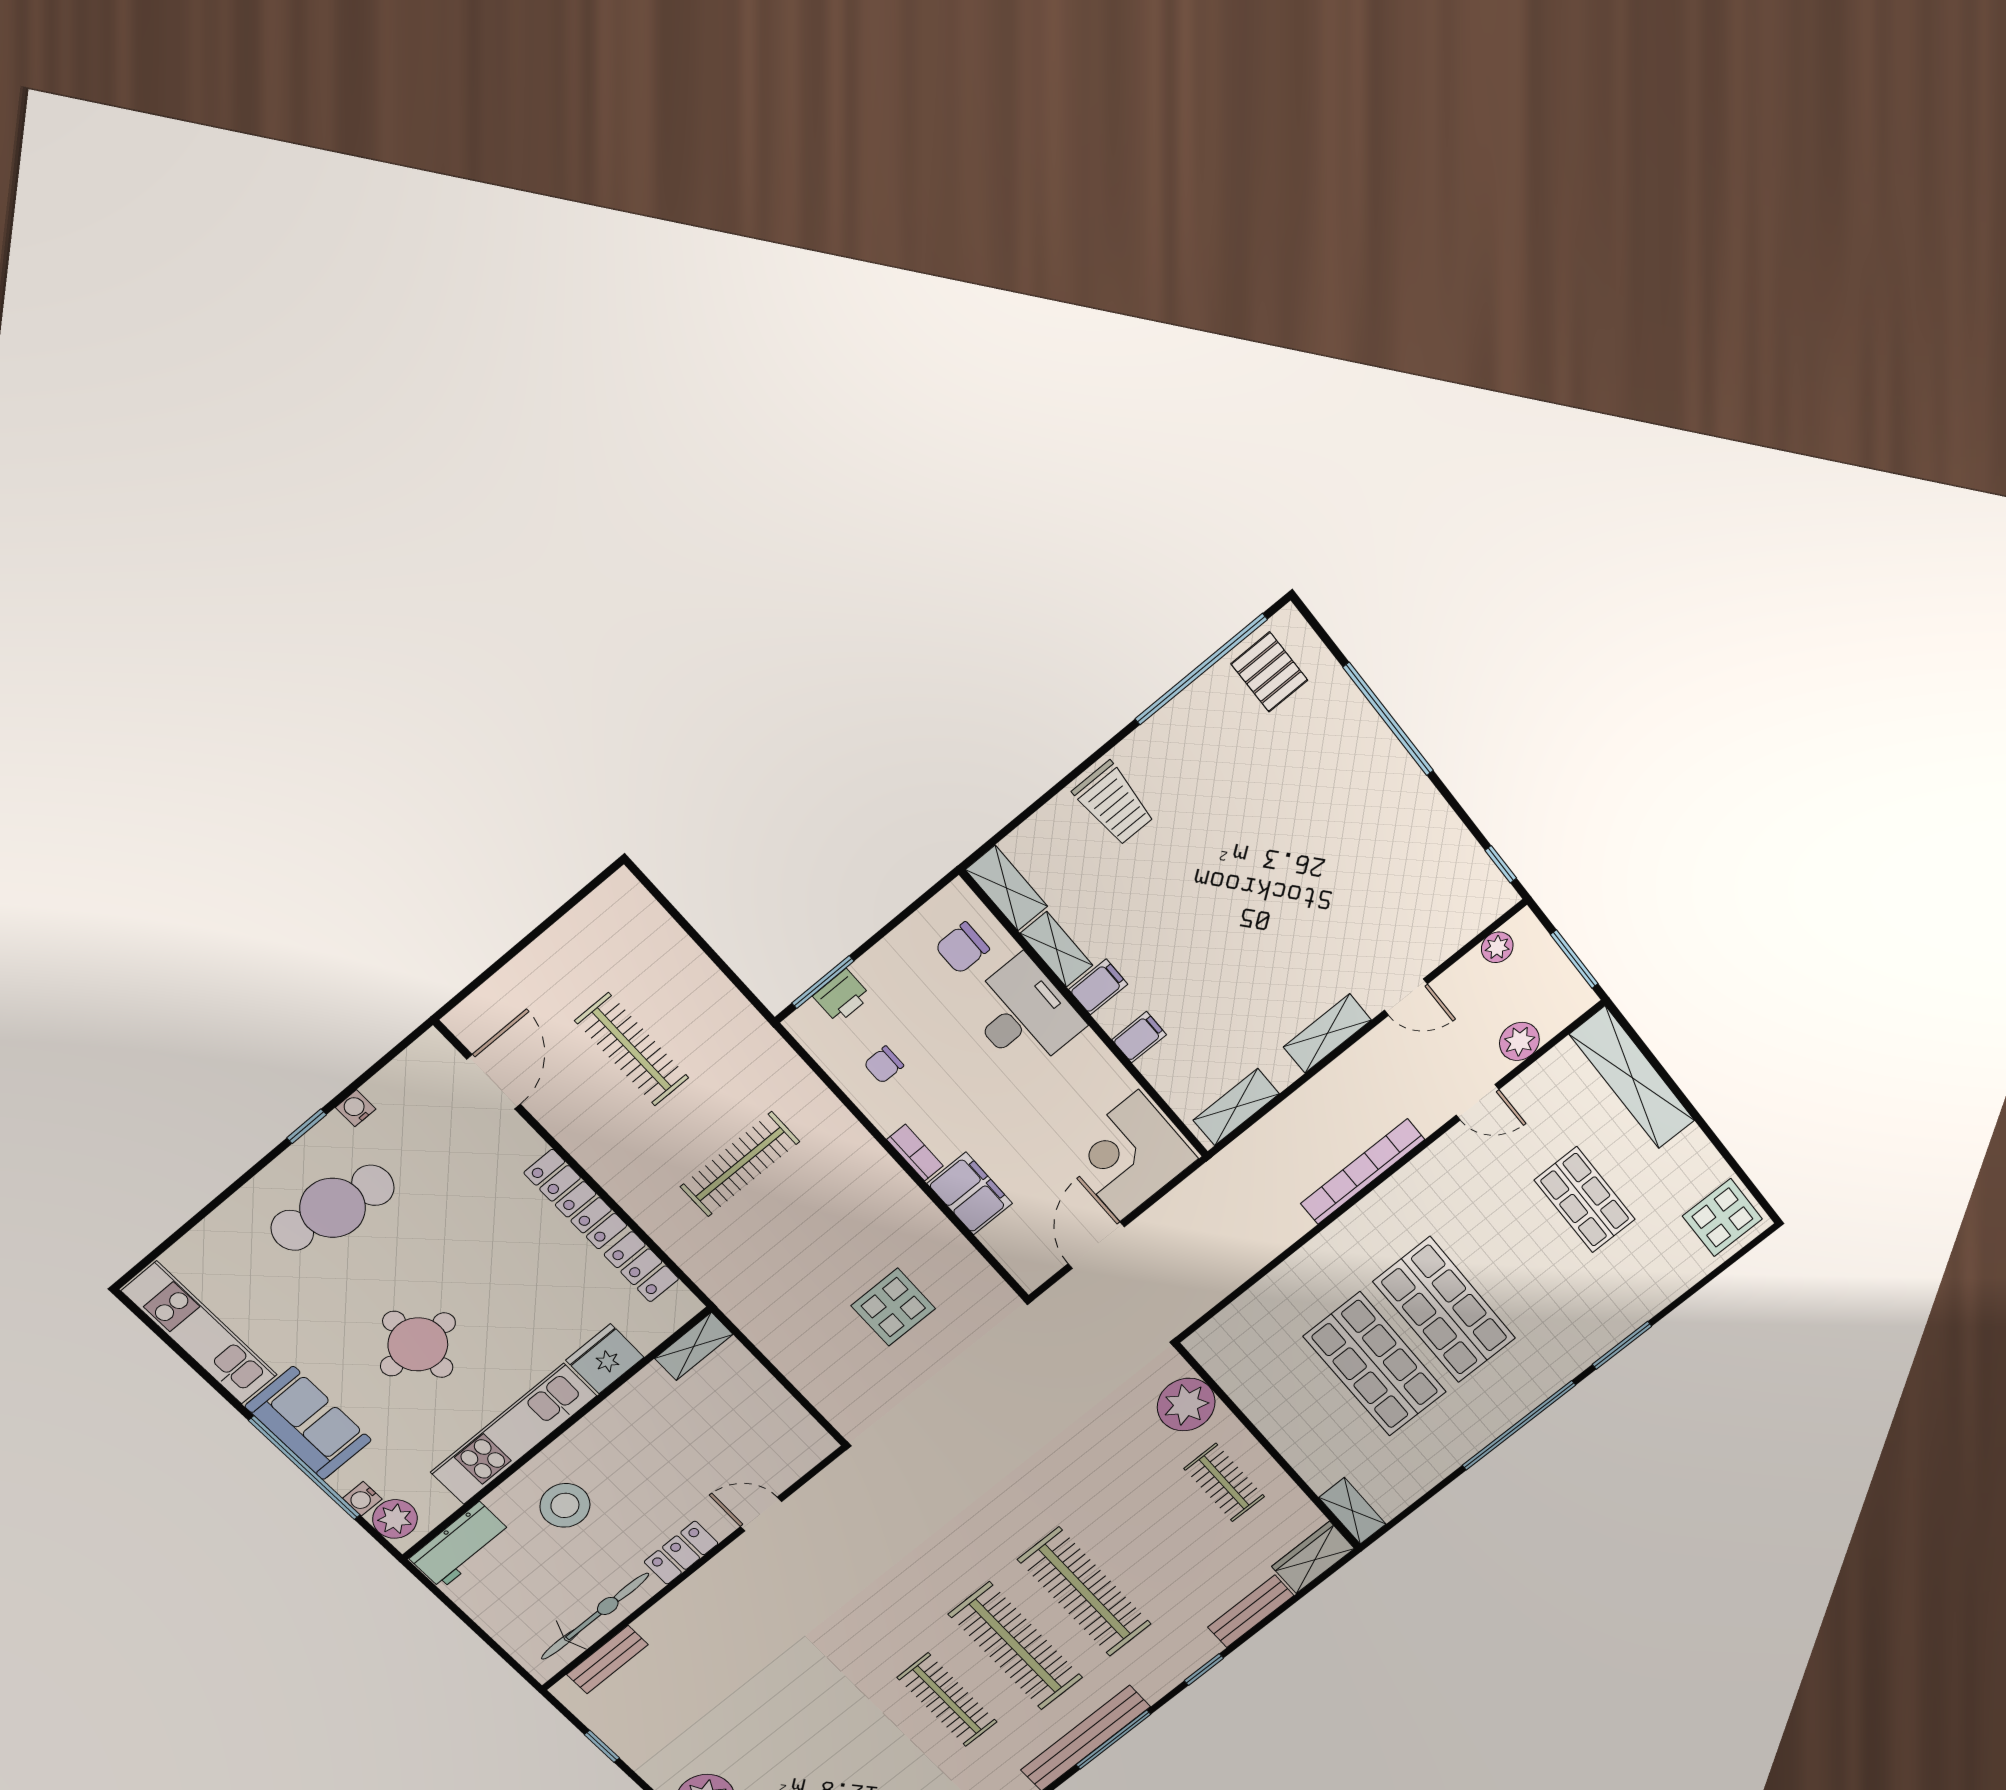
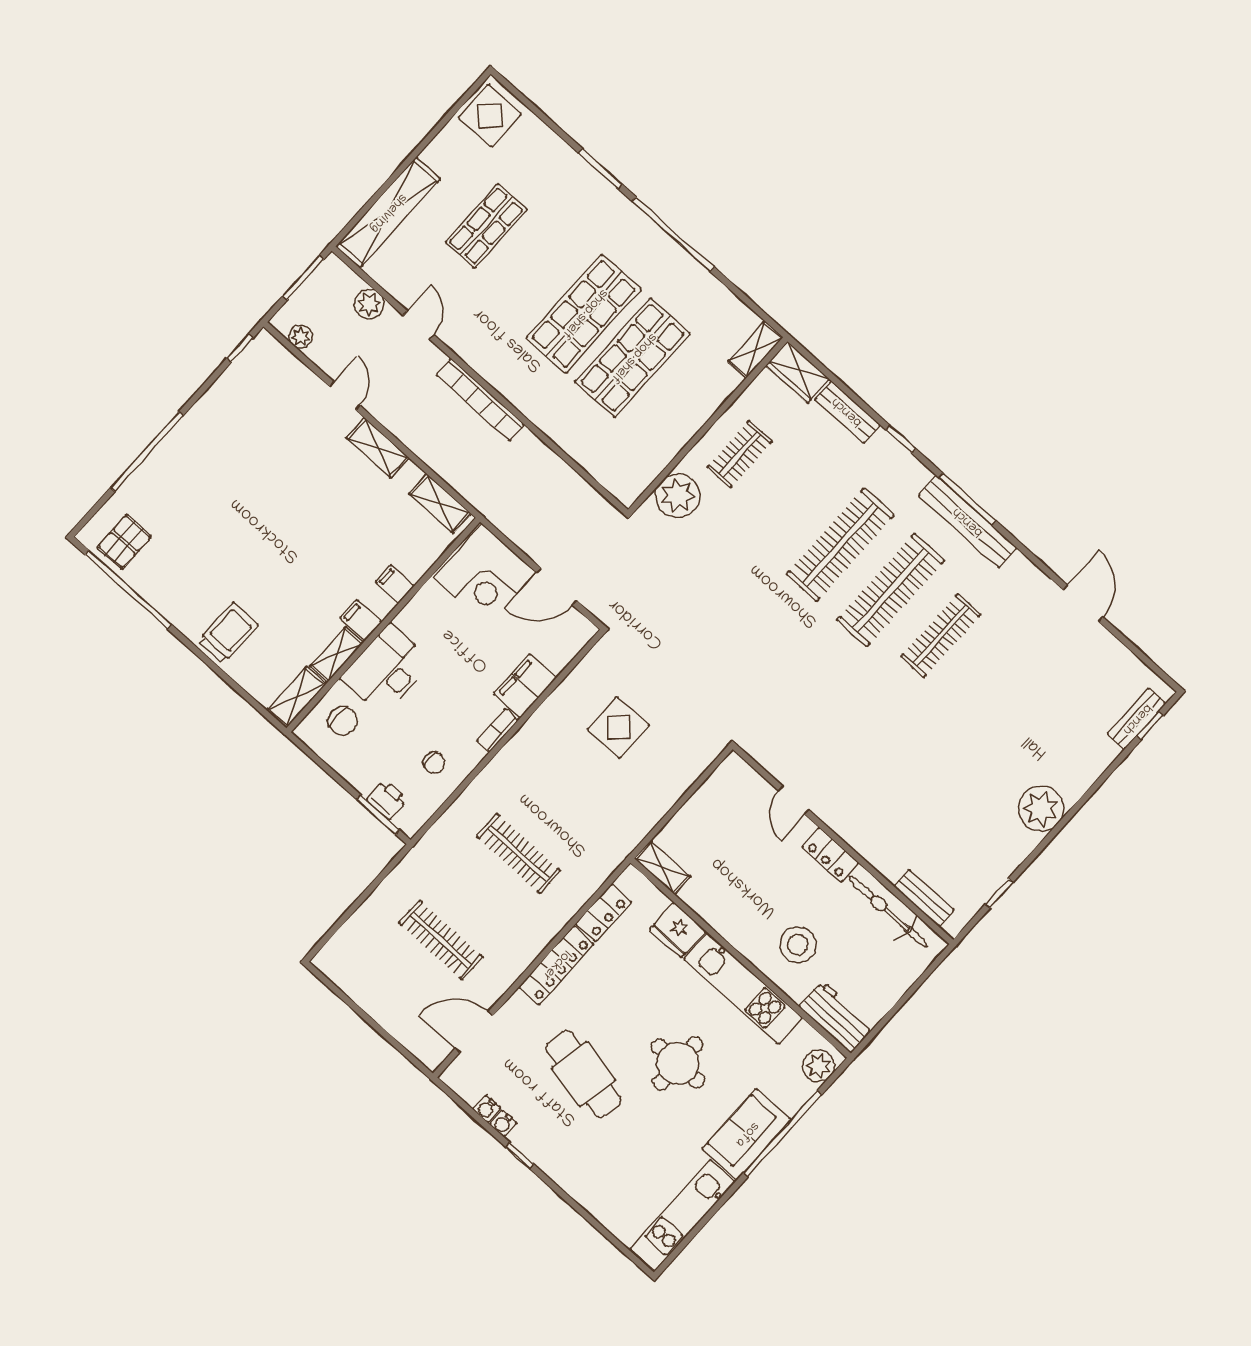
clothes rail: (632, 1049) -> (441, 940), turned 90
cafe table: (333, 1208) -> (584, 1074), moved
water cooler: (362, 1499) -> (487, 1109), moved, turned 90

